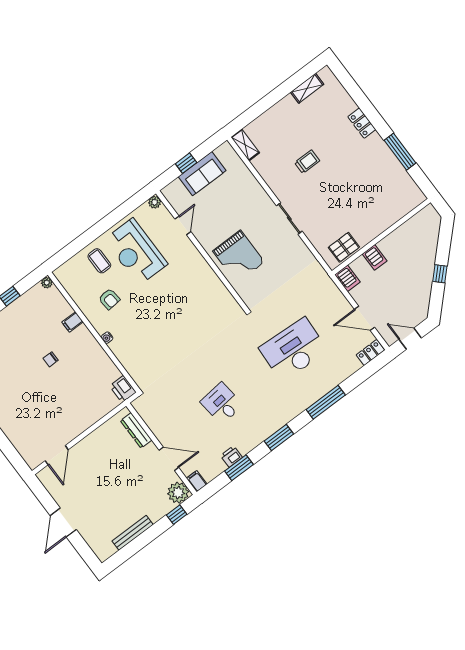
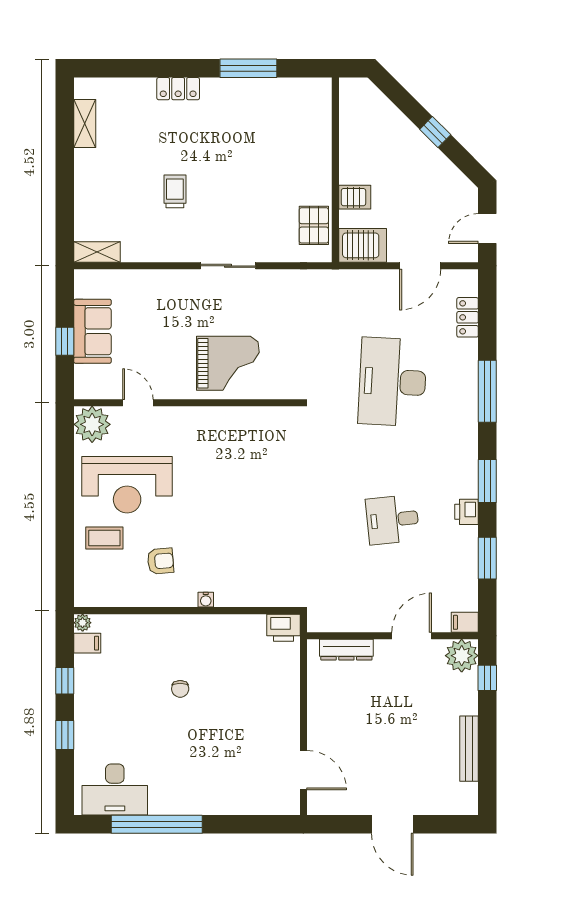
plant: (155, 202) -> (92, 424), width x1.88, depth x1.88
server rack: (347, 278) -> (363, 245), width x1.36, depth x1.44
filing cabinet: (73, 322) -> (87, 643), moved, turned -90
locker: (370, 353) -> (468, 317), moved
printer: (231, 456) -> (467, 512), moved

